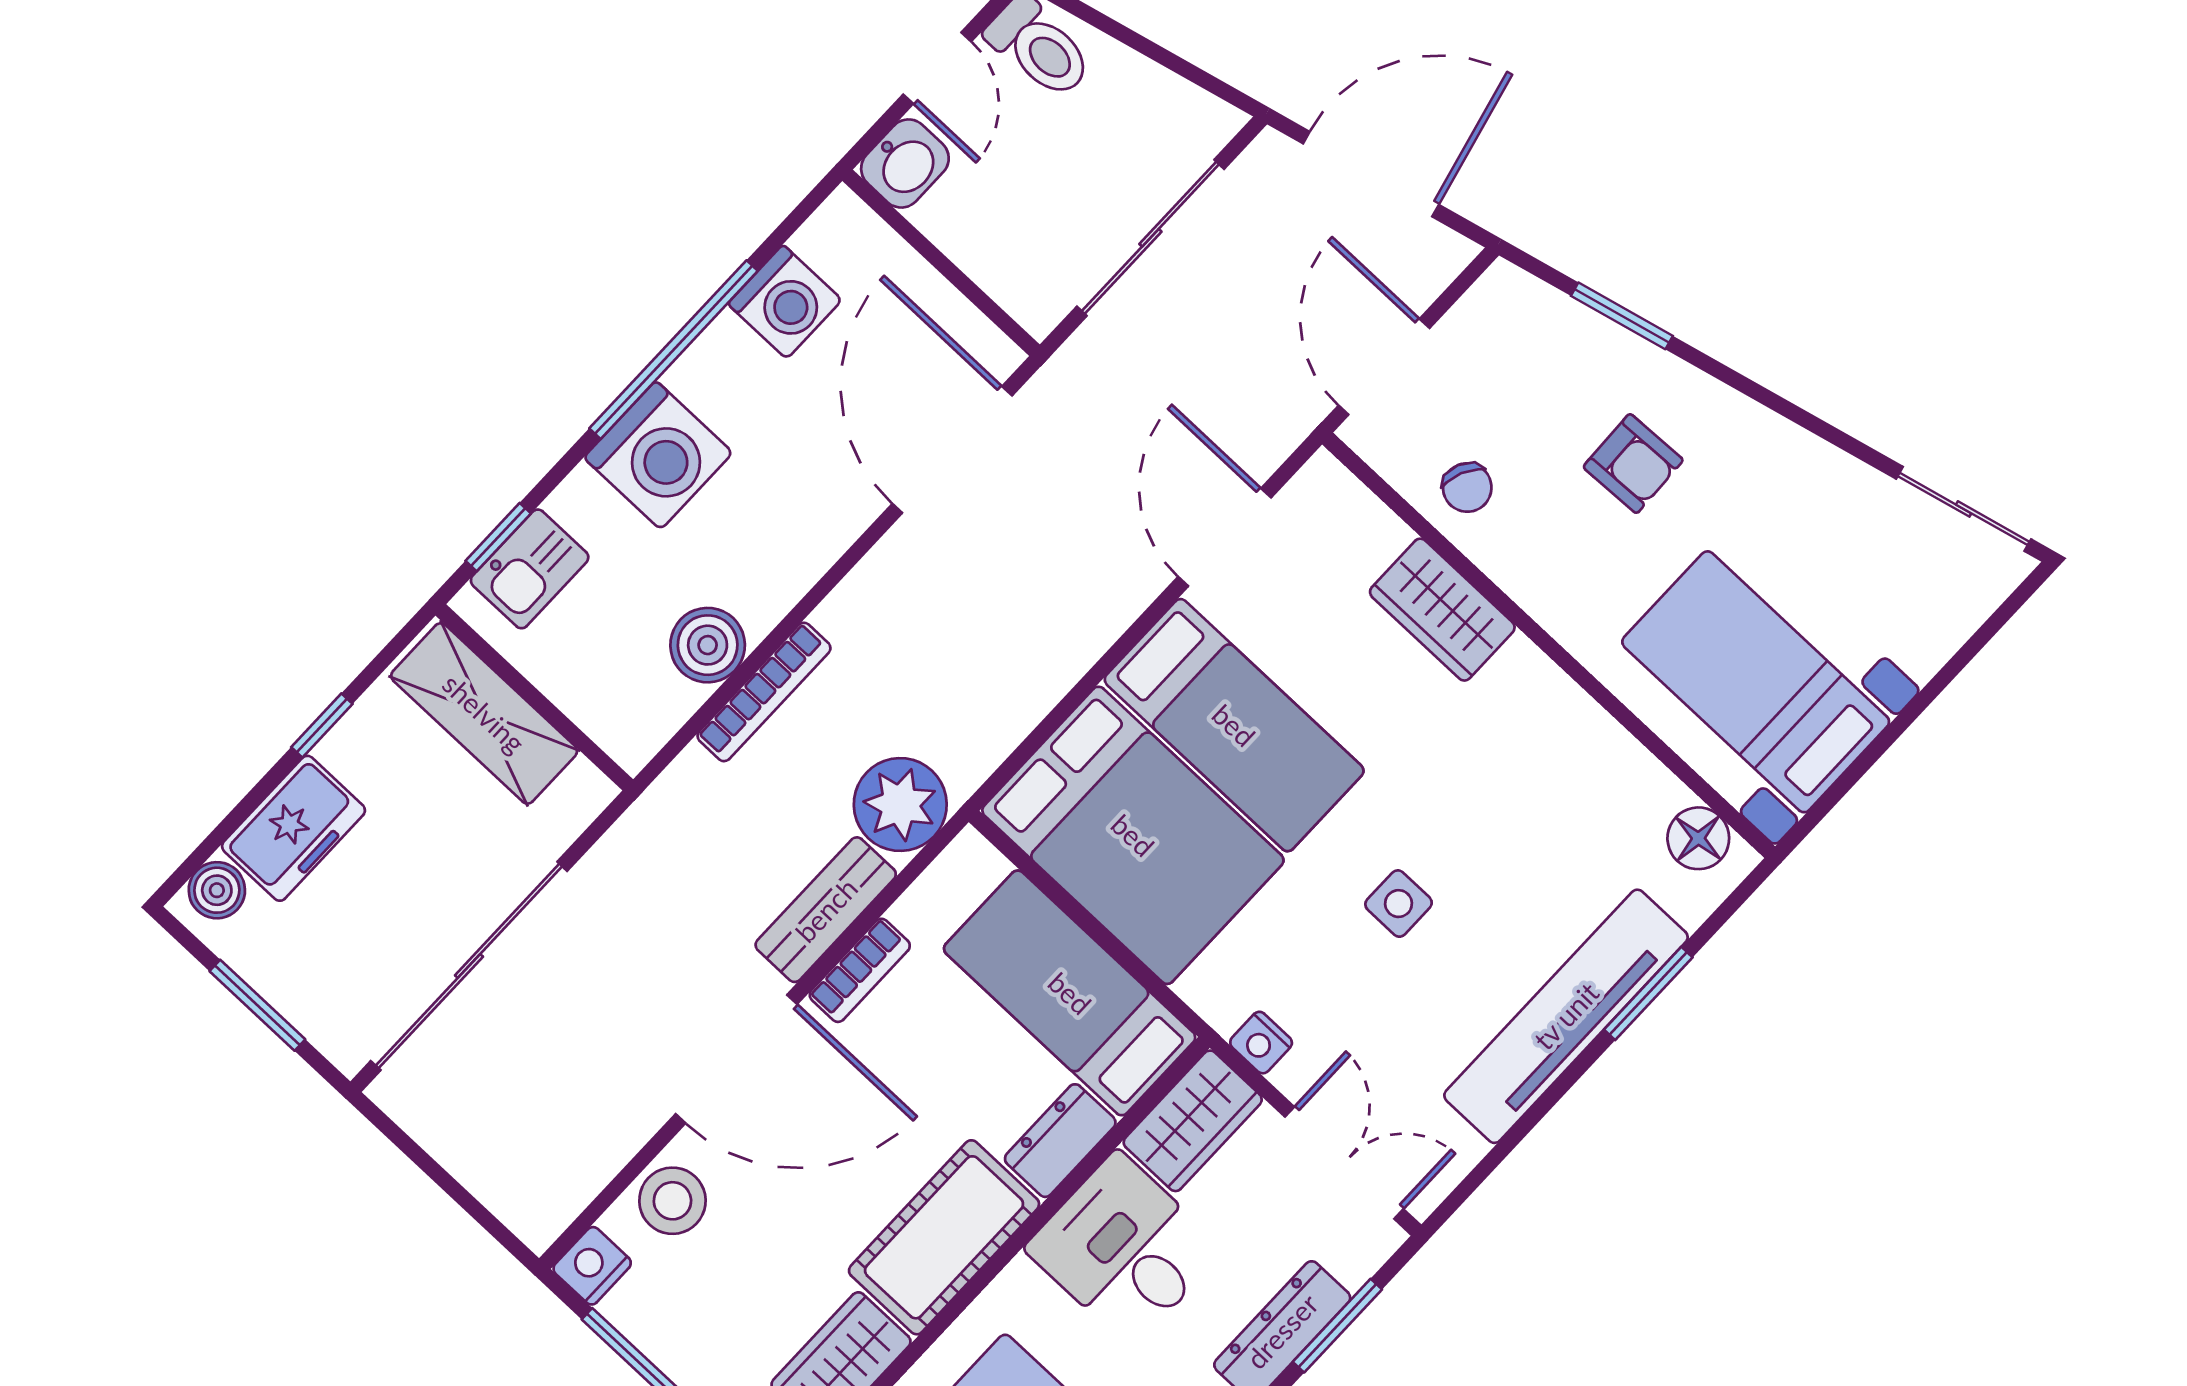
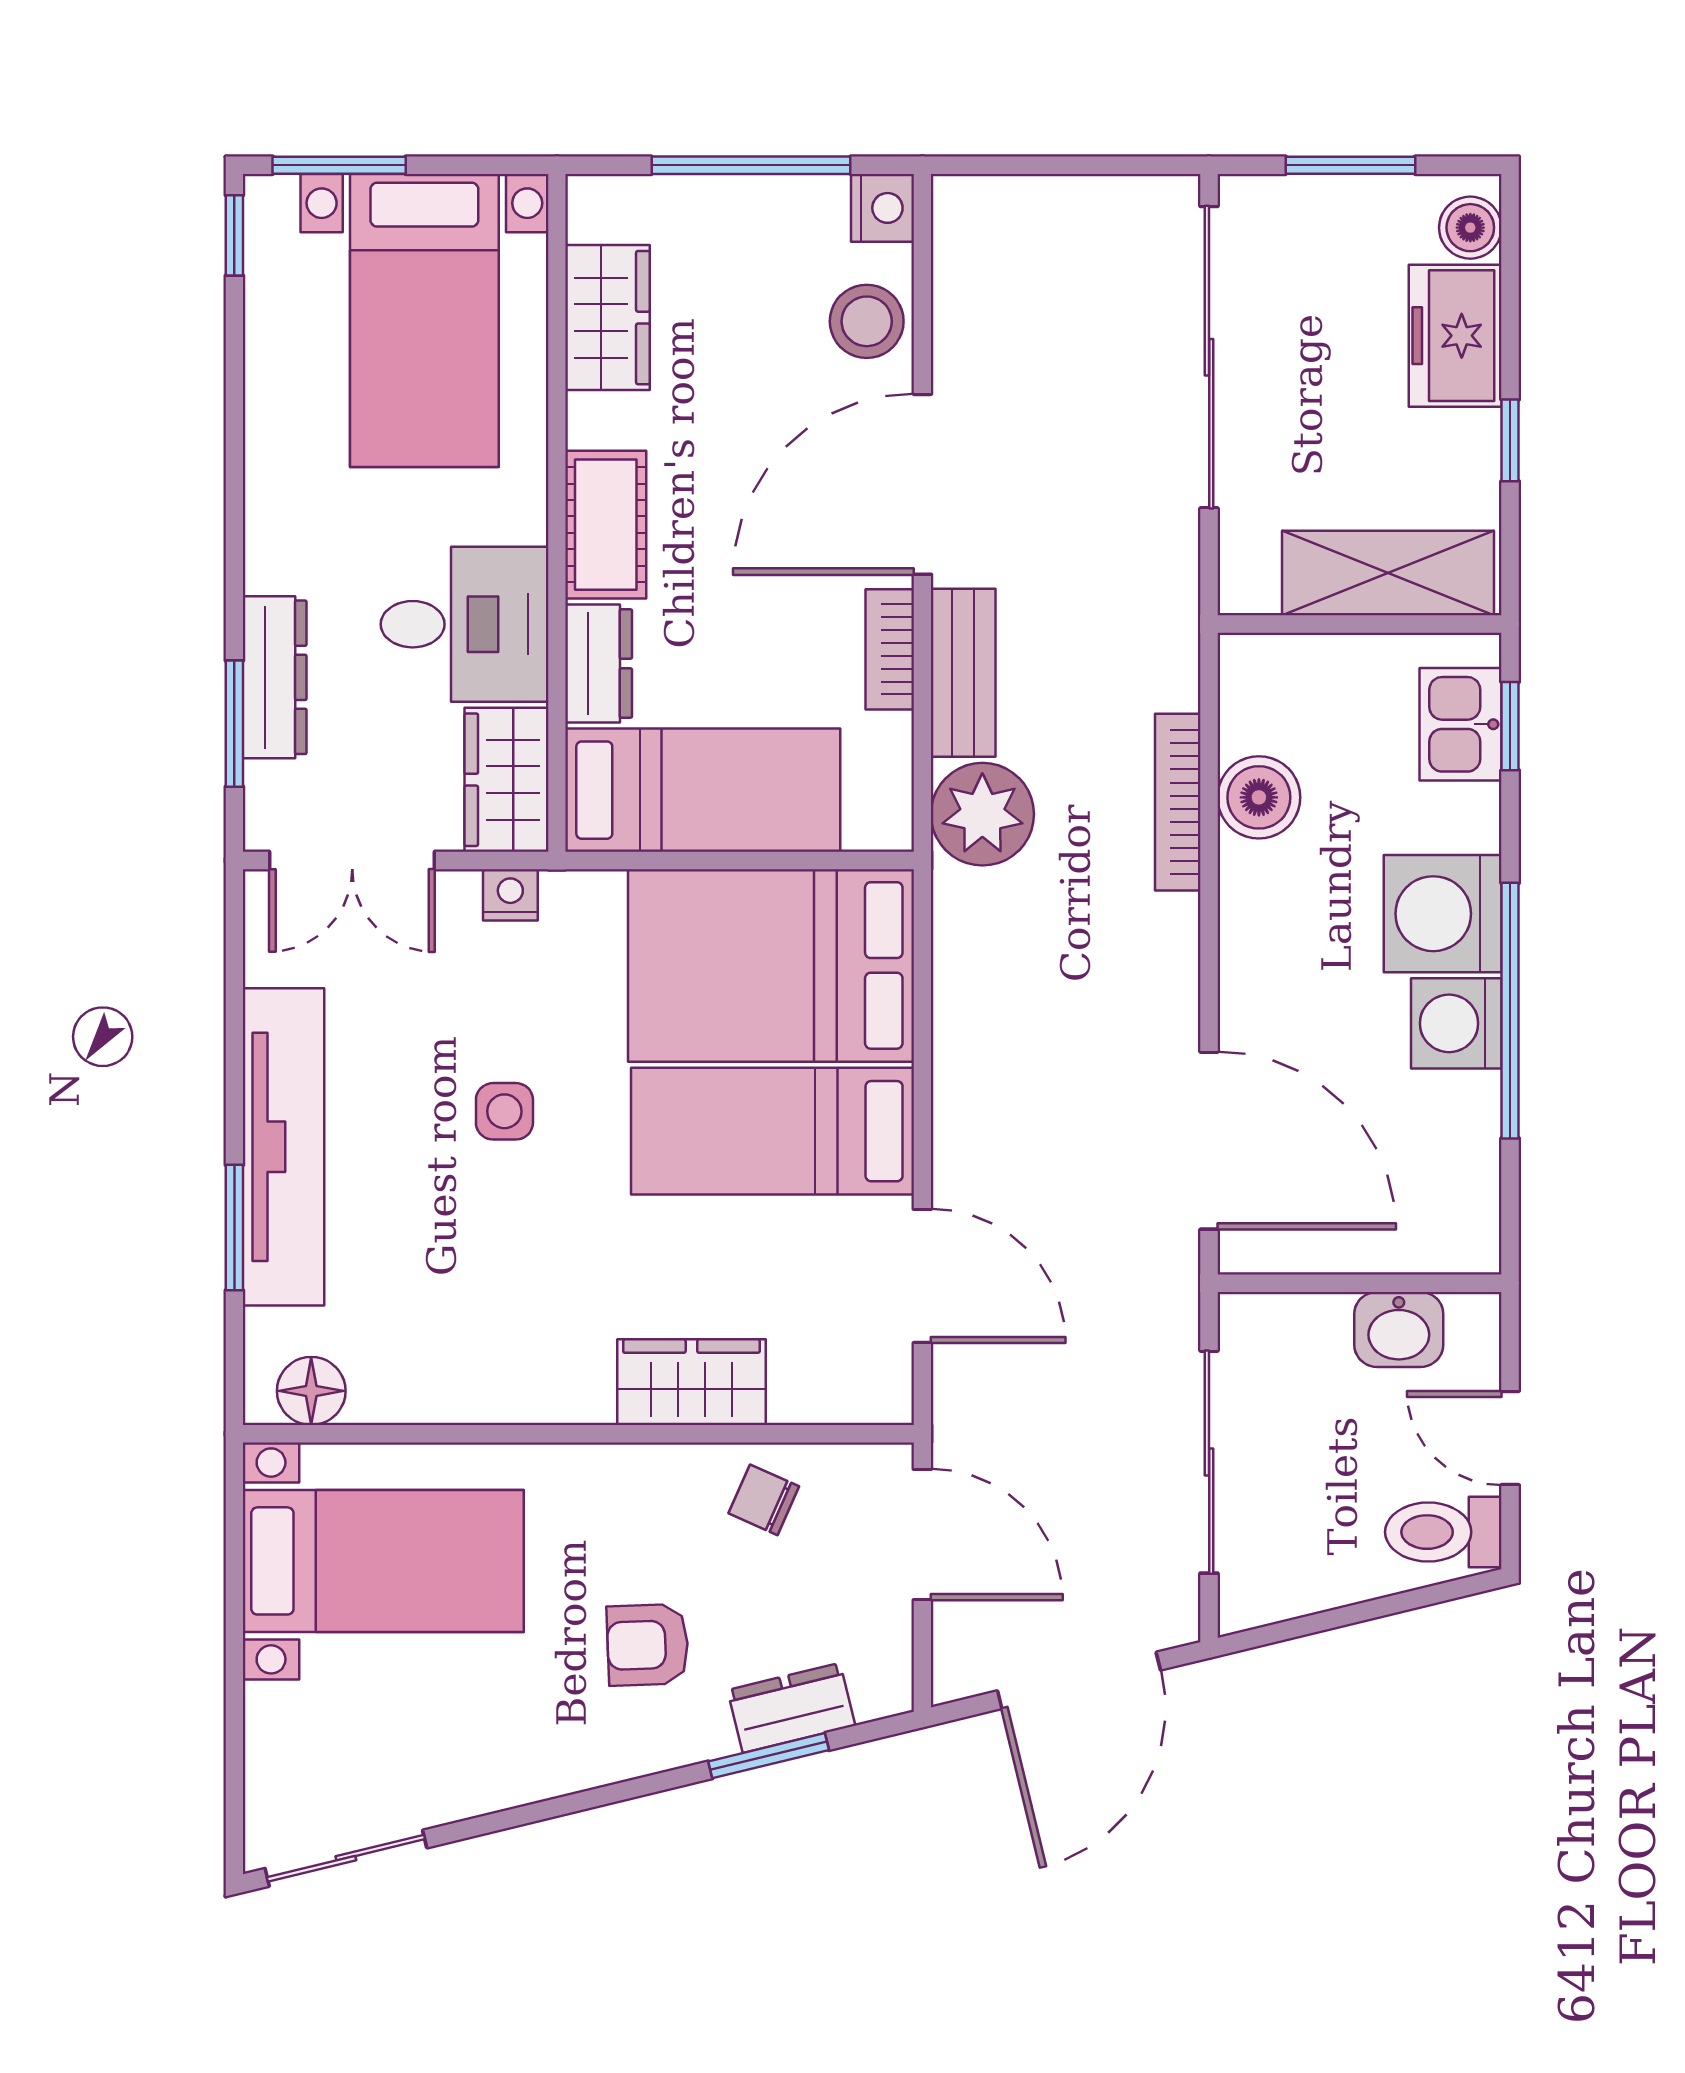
washbasin: (905, 163) -> (1399, 1329), moved, turned -90
washing machine: (785, 302) -> (1456, 1023), moved
dresser: (1577, 333) -> (791, 1708), added
cot: (944, 1237) -> (606, 525), width x0.73, depth x0.75

